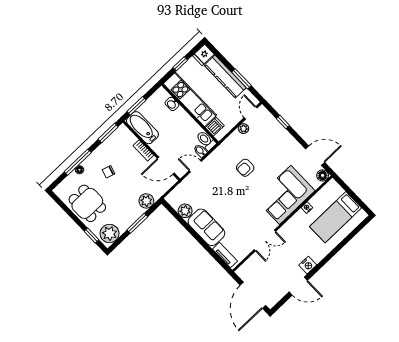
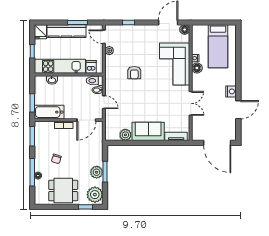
door: (195, 166) -> (104, 102), swing flipped
plant: (146, 201) -> (97, 172), moved
floor lamp: (300, 217) -> (197, 68), added

